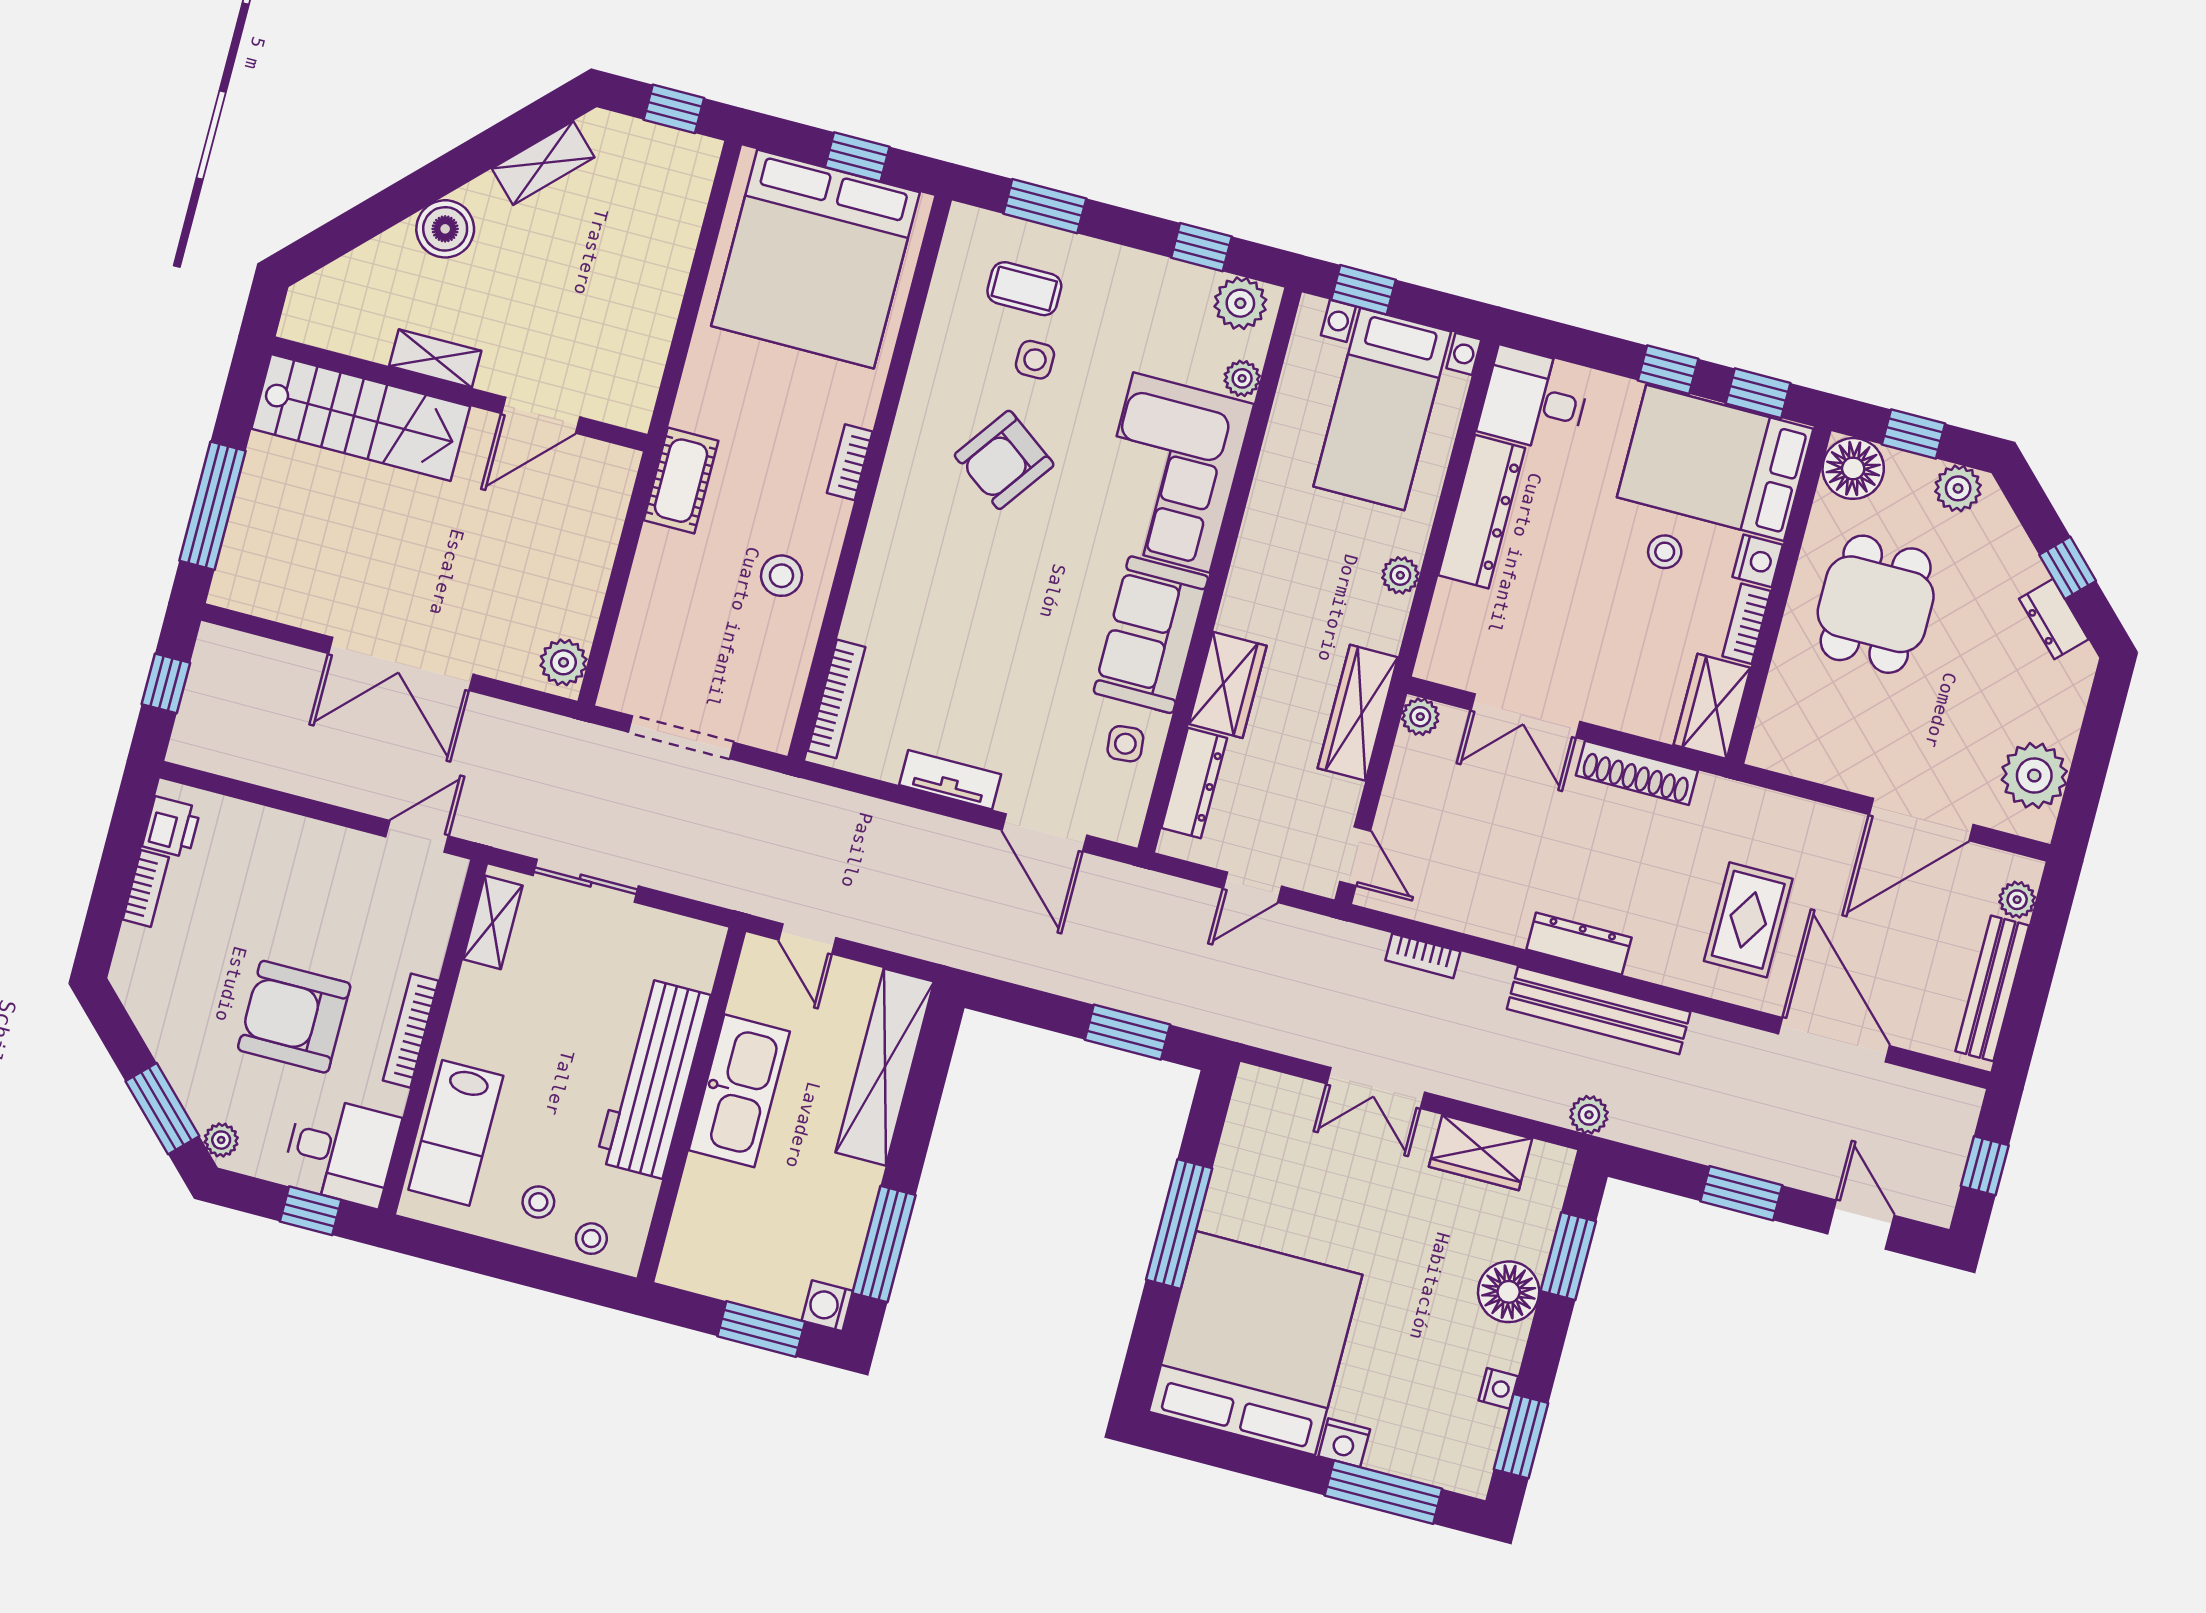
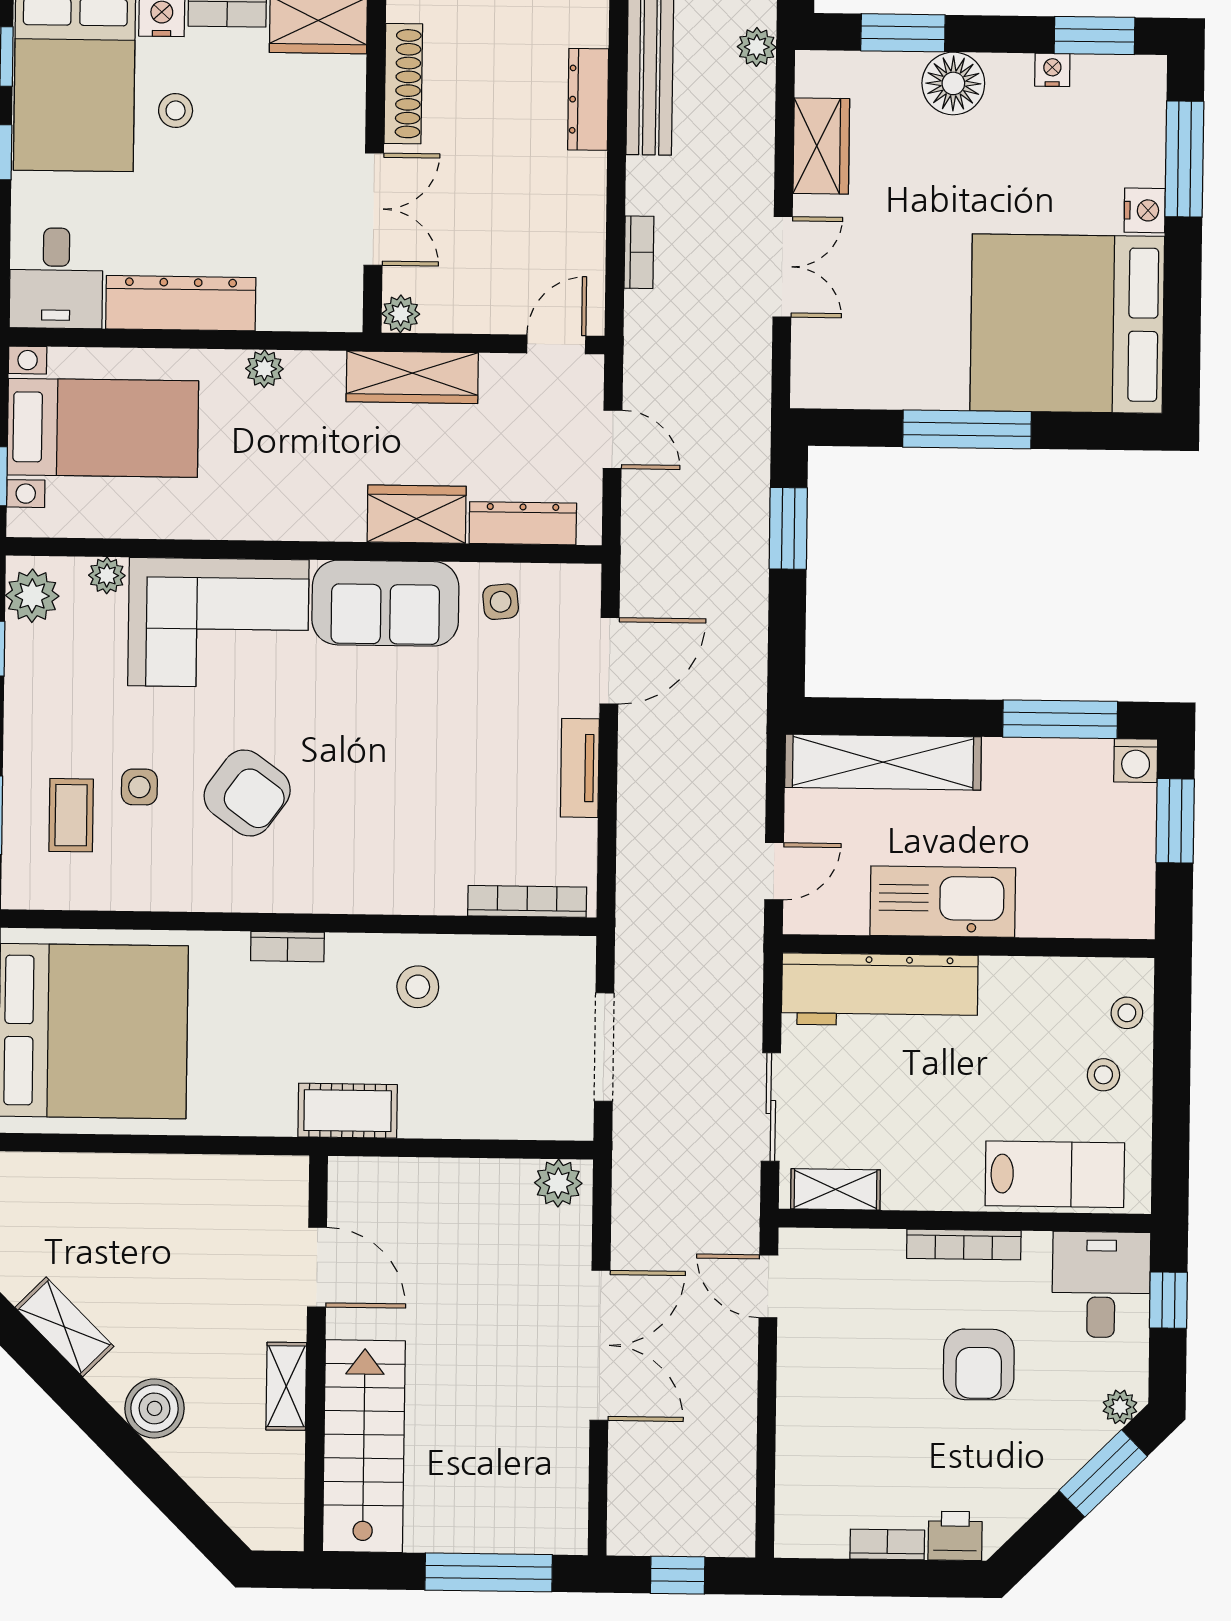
printer: (171, 827) -> (955, 1536), moved
armchair: (294, 1017) -> (979, 1364), width x0.73, depth x0.73
workbench: (653, 1078) -> (880, 990), moved

